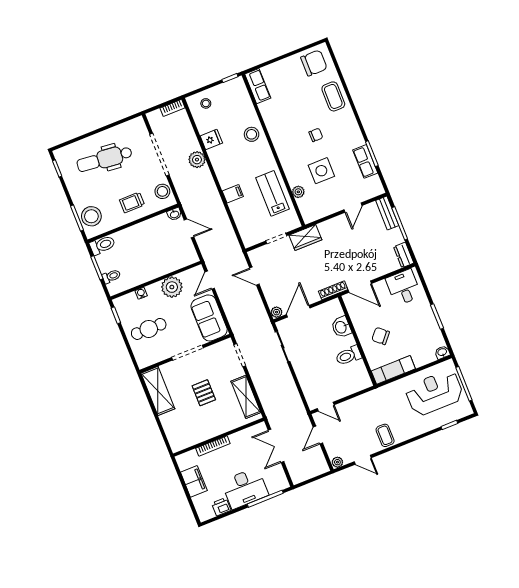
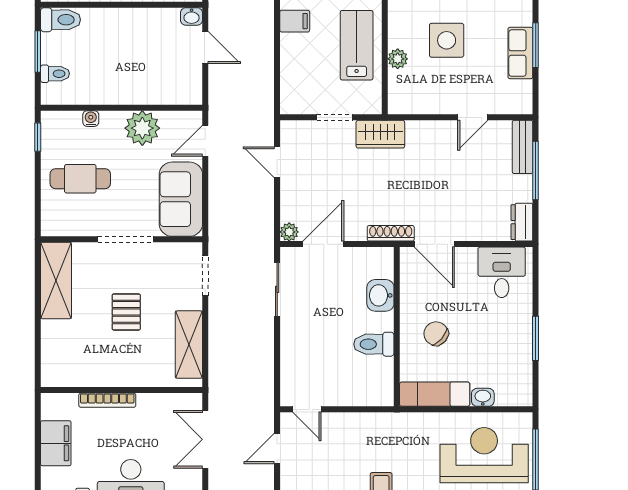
washbasin: (442, 352) -> (483, 397), moved

